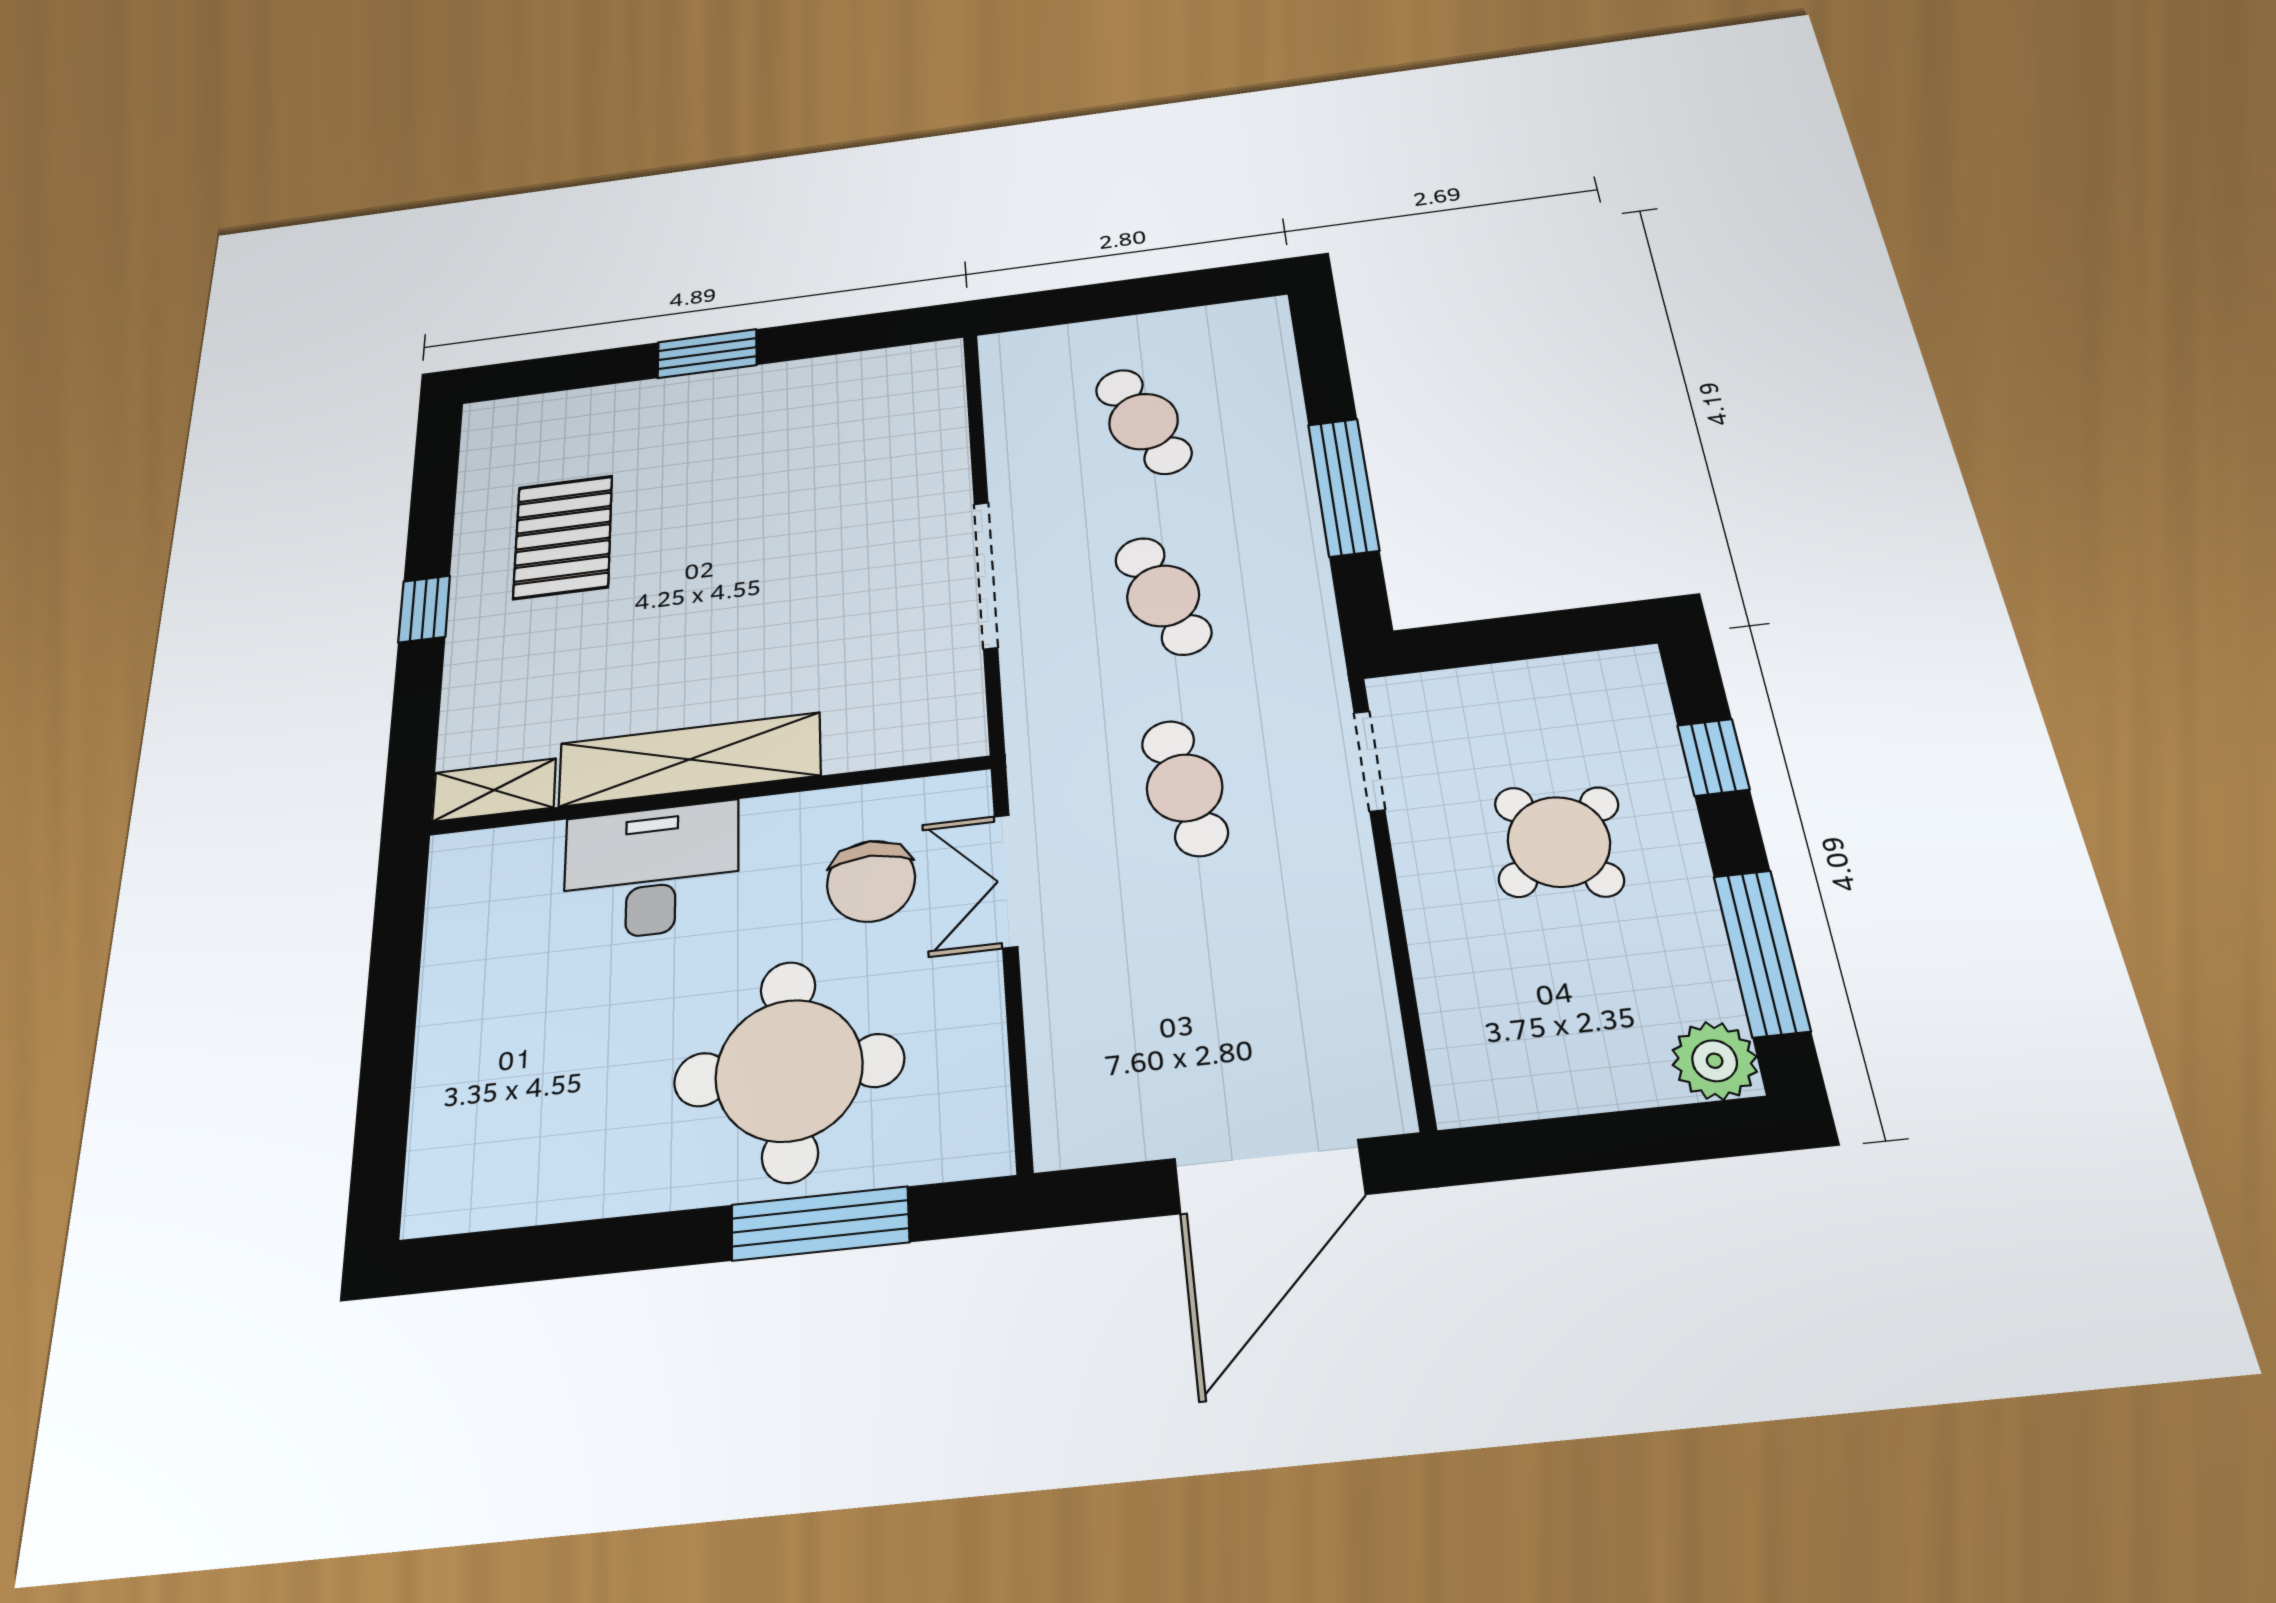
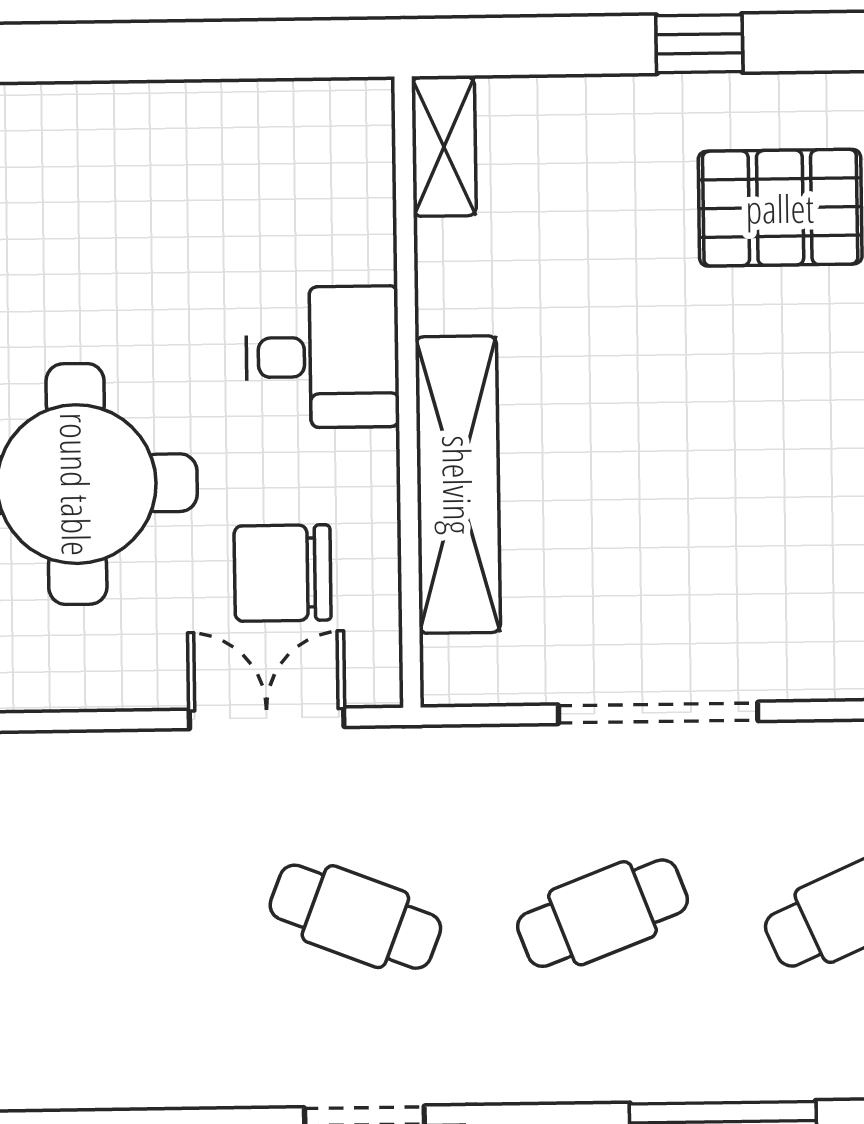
shelving: (690, 760) -> (458, 485), moved
cafe table: (1185, 788) -> (355, 917), turned 33
desk: (651, 871) -> (322, 357), width x0.73

